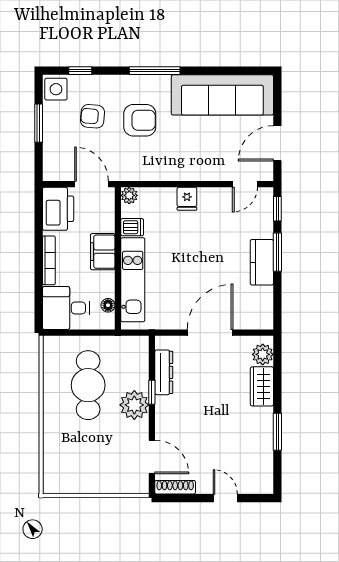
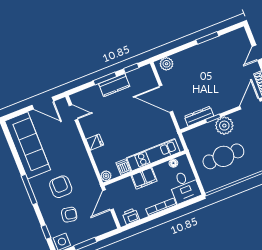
armchair: (92, 116) -> (69, 215), turned -85
printer: (58, 209) -> (131, 216), width x0.53, depth x0.68
window: (277, 209) -> (131, 68), moved
wardrobe: (262, 386) -> (185, 57), removed

